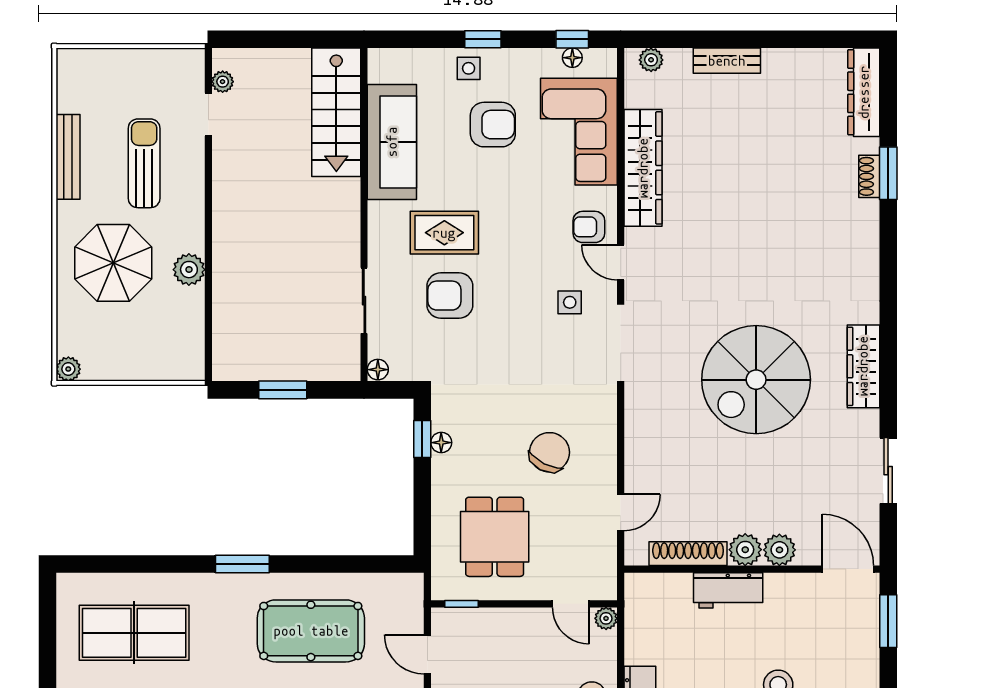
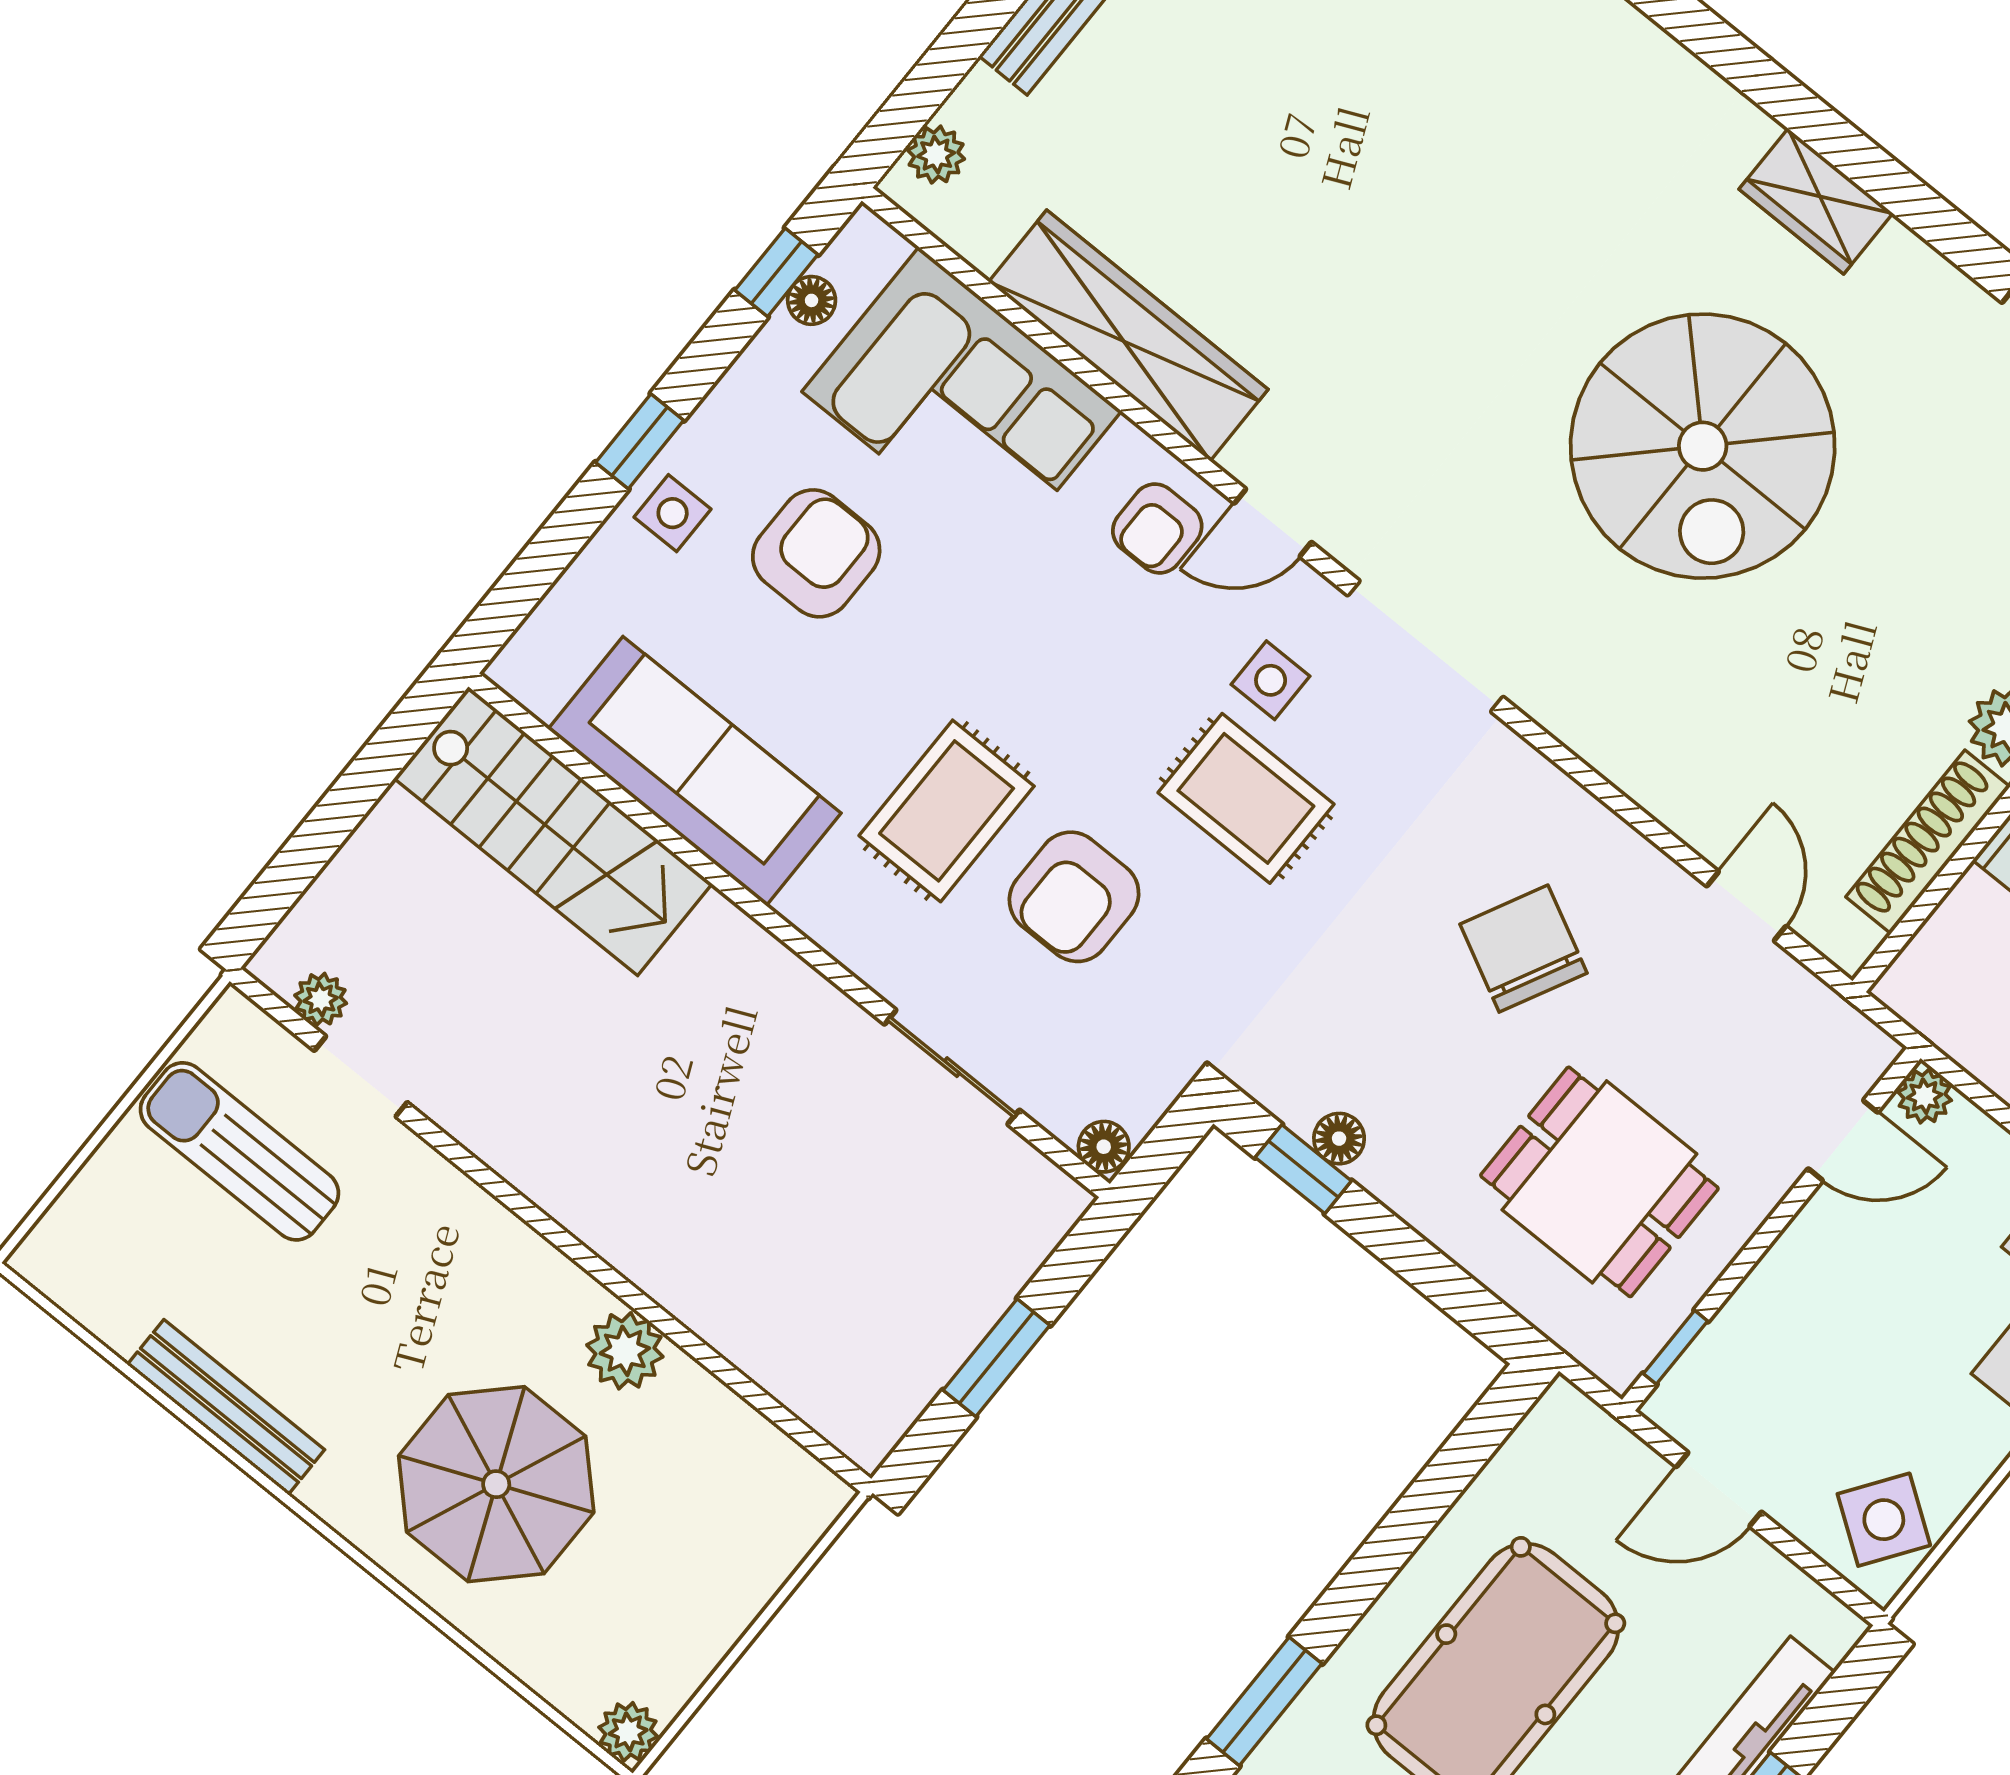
sun lounger: (144, 163) -> (239, 1151), moved
rug: (526, 325) -> (1246, 798), added
wardrobe: (863, 366) -> (1816, 201), width x0.67

